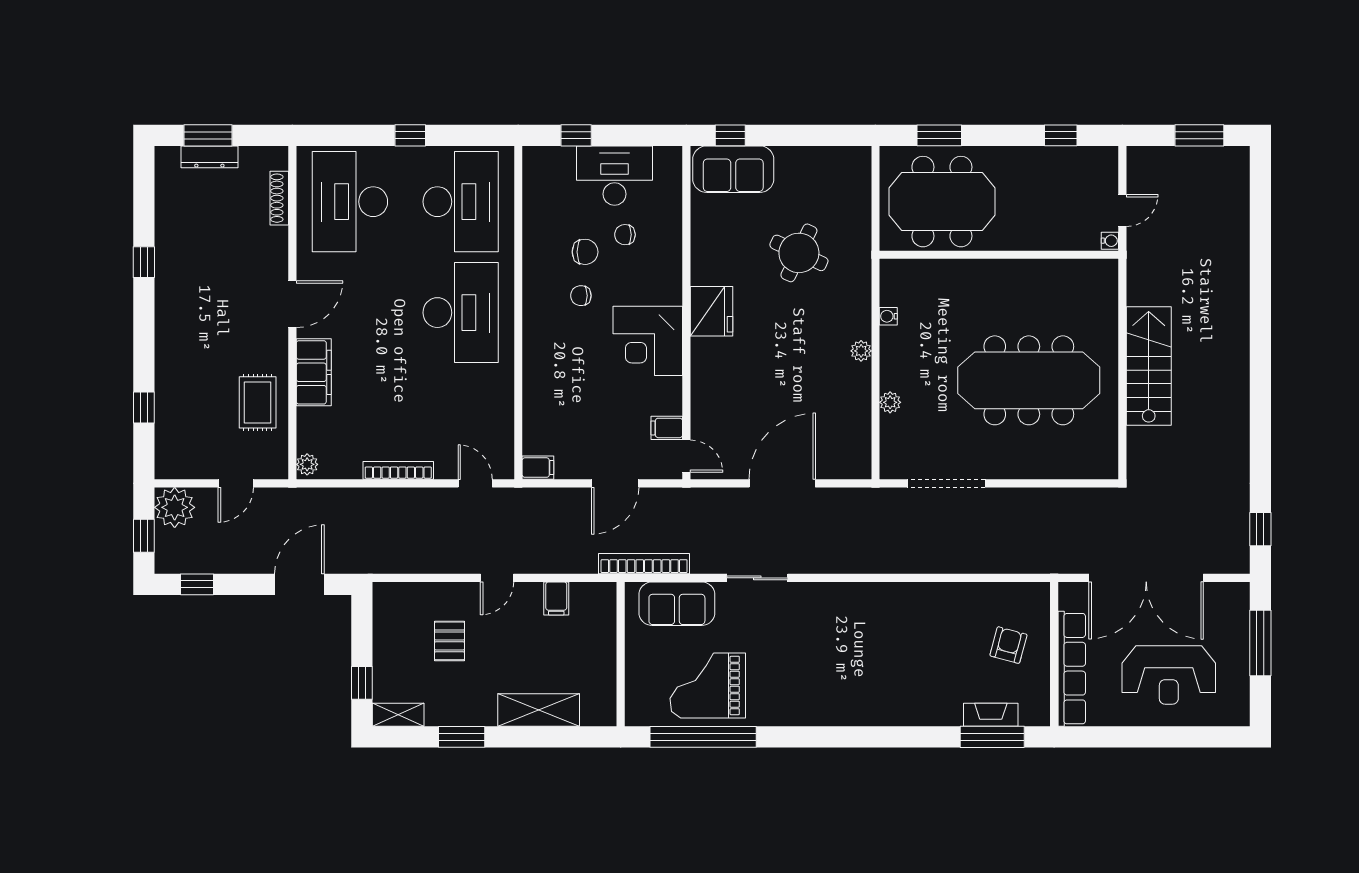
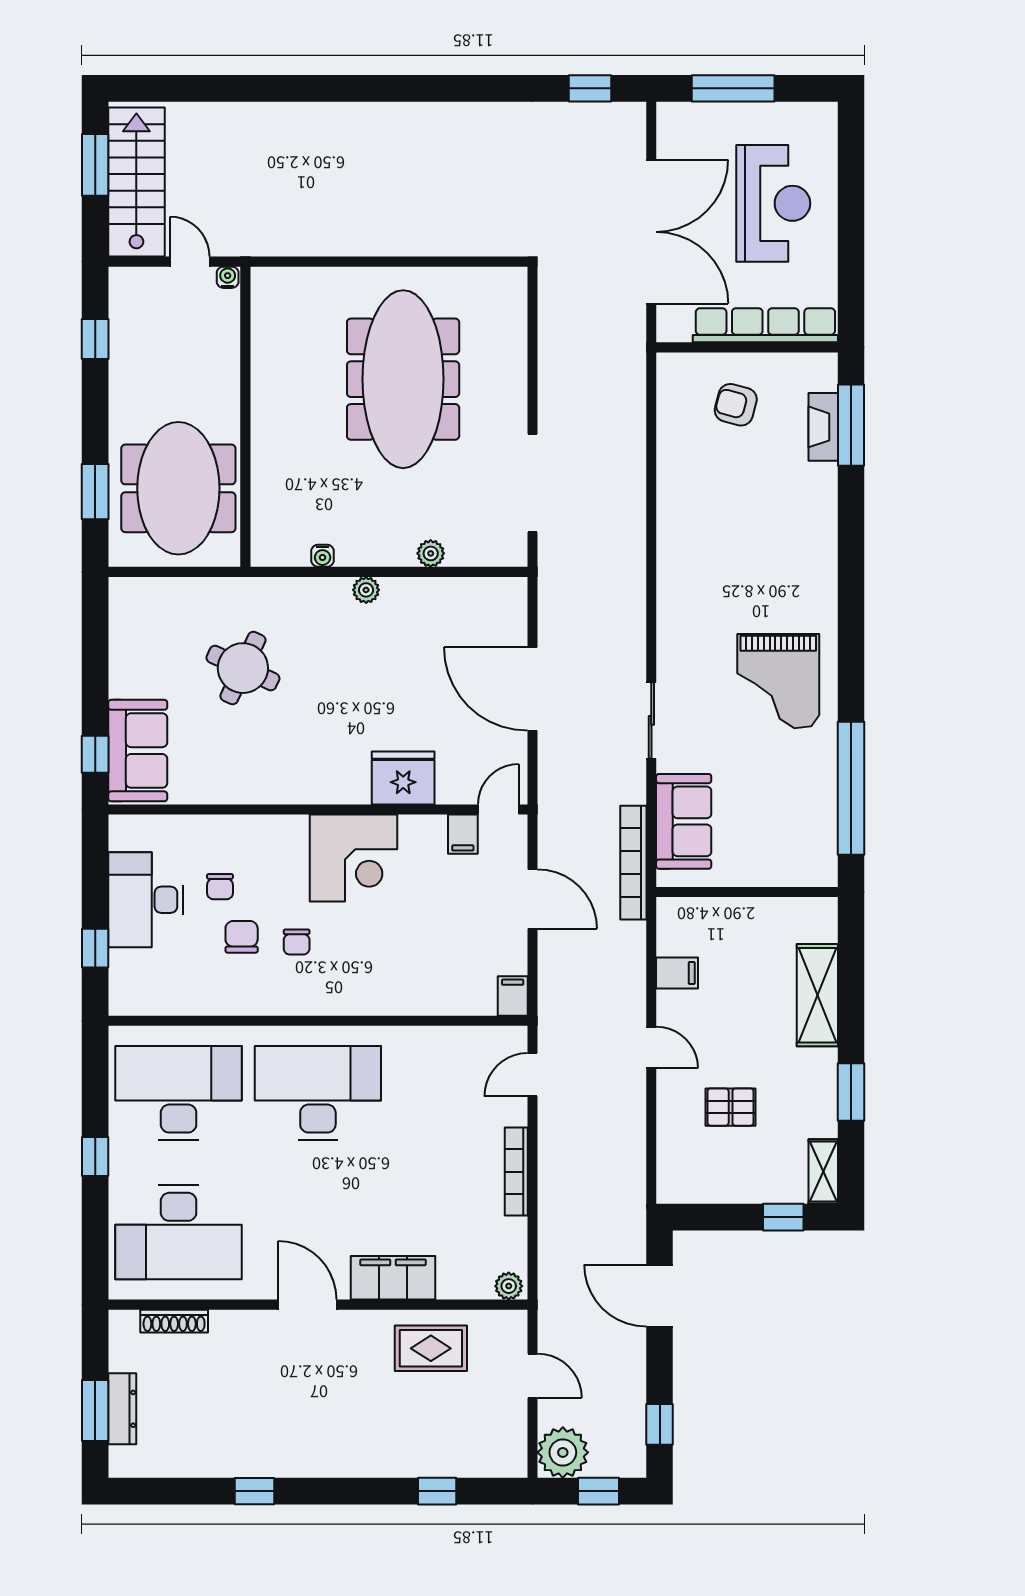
fridge: (711, 311) -> (403, 778), moved
stairs: (1149, 366) -> (136, 182), moved, turned 90
grand piano: (708, 685) -> (778, 681), moved

